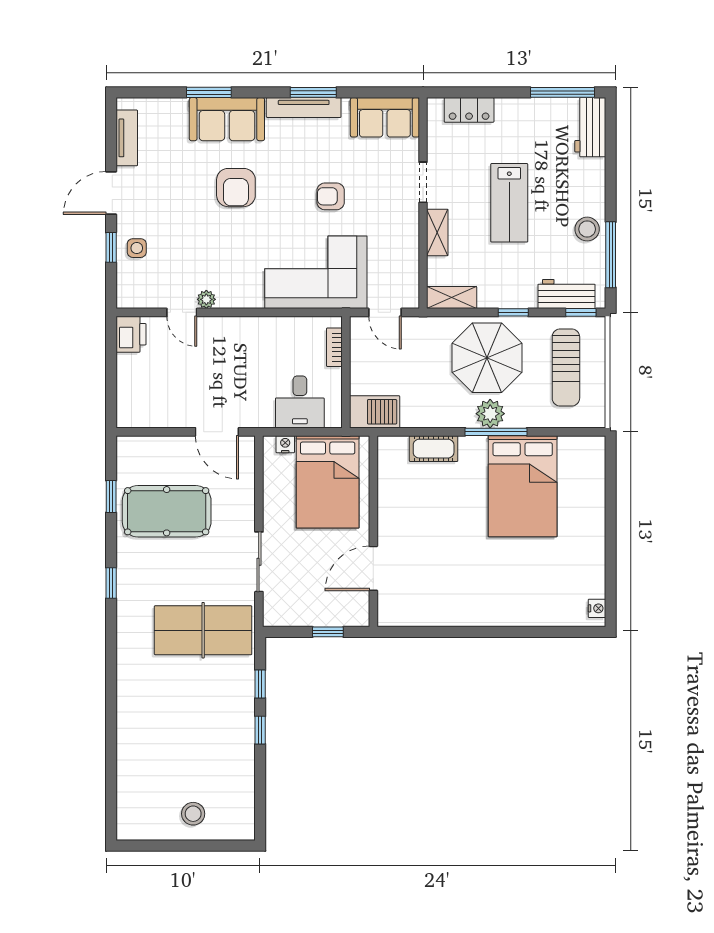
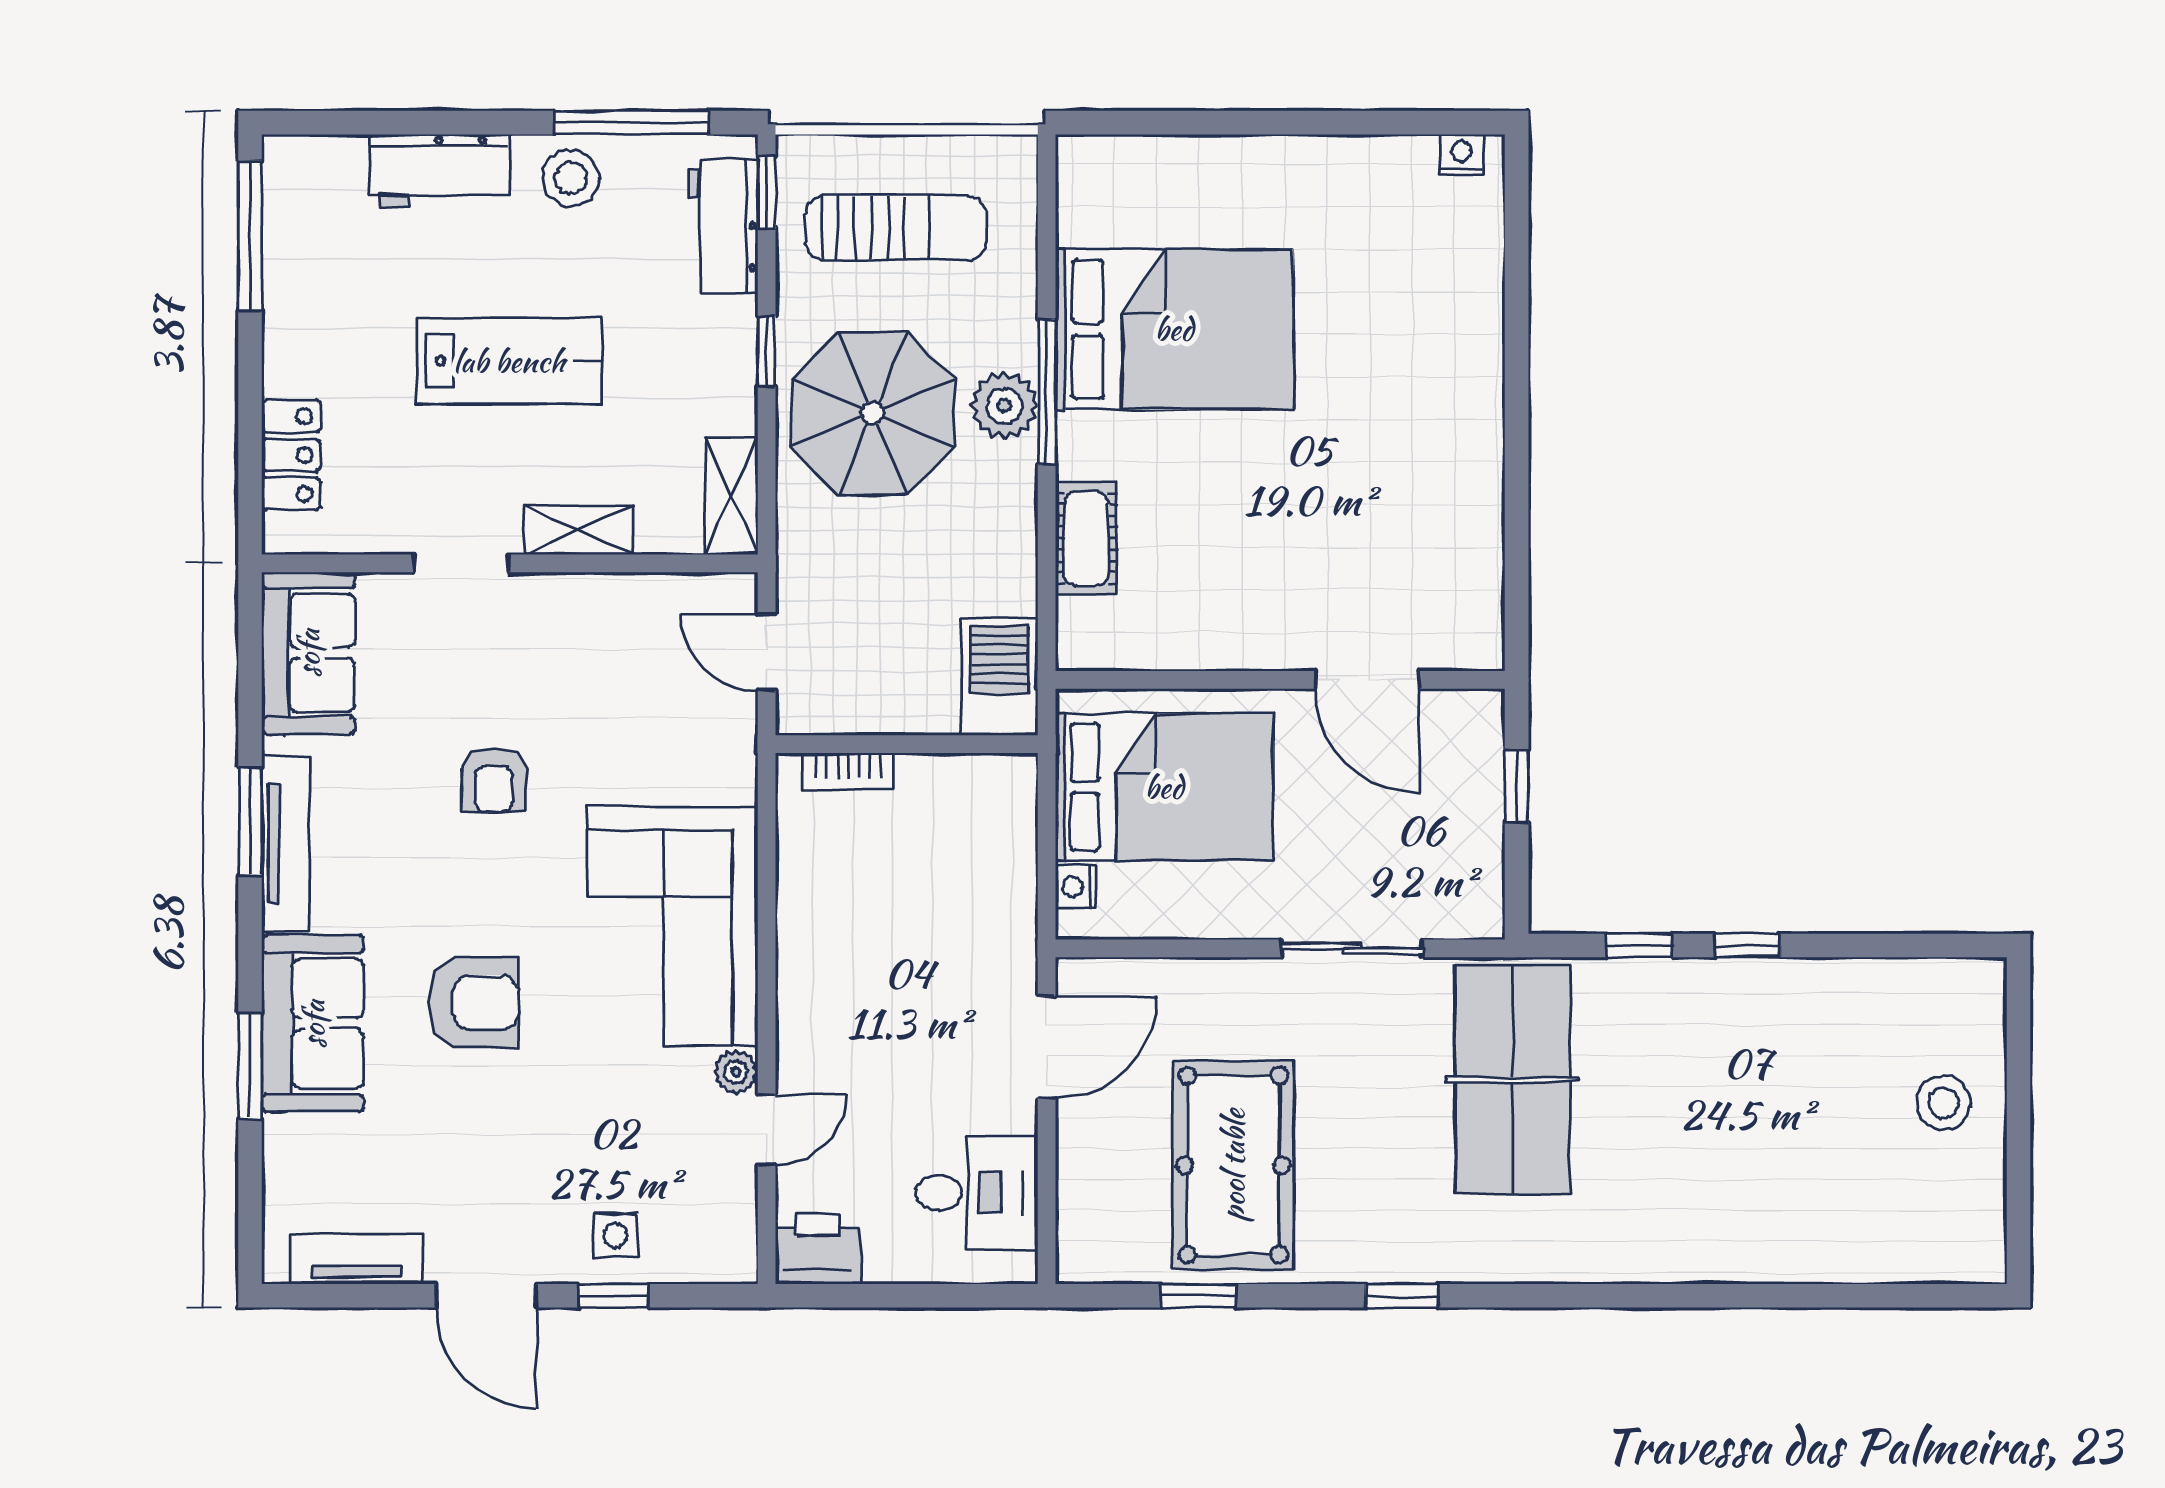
workbench: (590, 127) -> (440, 170), moved
corner sofa: (316, 272) -> (672, 926), moved
door: (385, 312) -> (767, 653), swing flipped
desk: (300, 402) -> (977, 1193), moved

